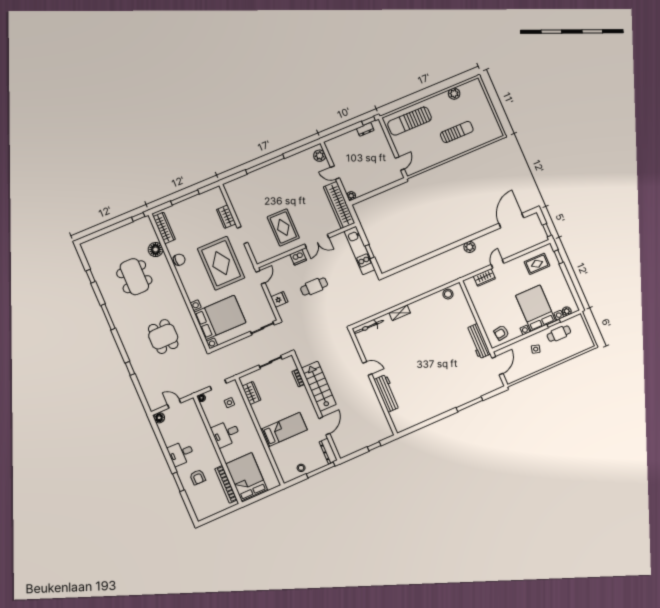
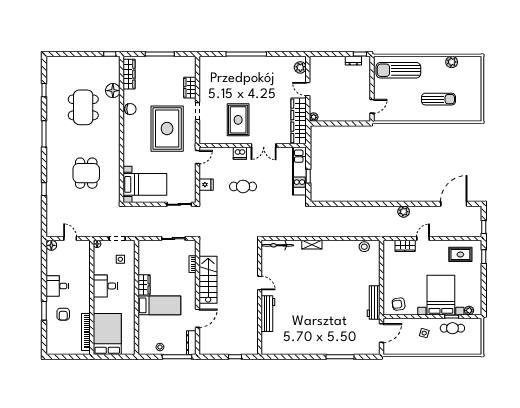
bed with nightstands: (220, 317) -> (145, 184), width x0.73
wardrobe: (251, 393) -> (144, 285), moved

